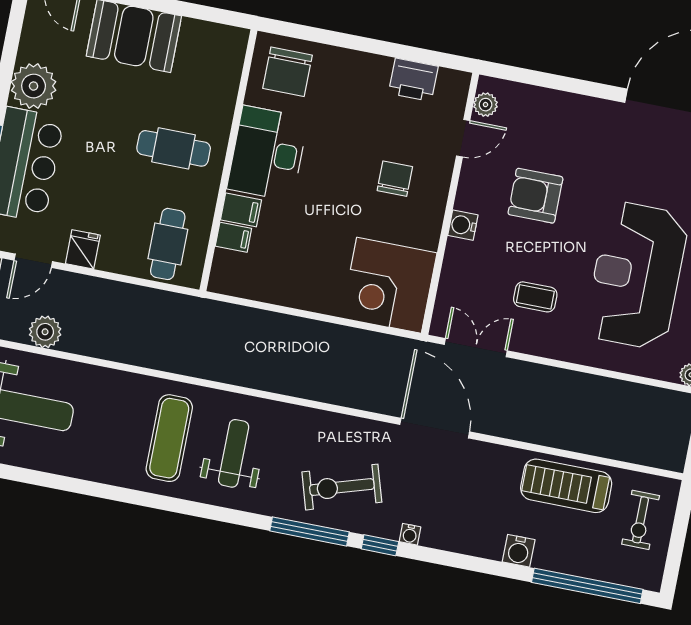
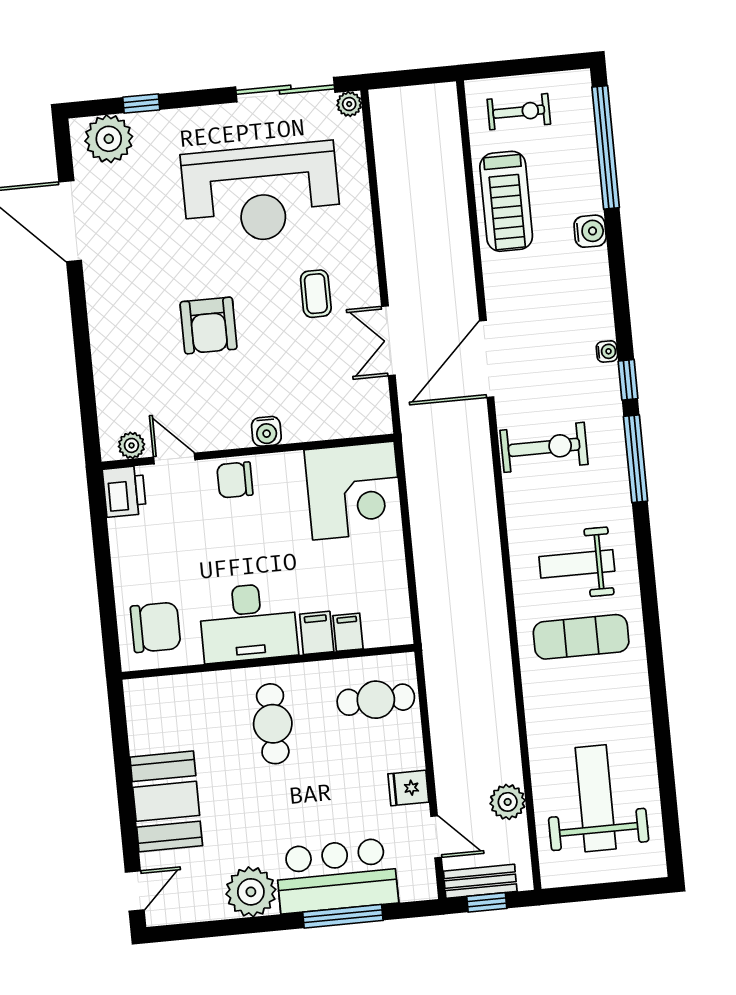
plant: (486, 105) -> (131, 445), moved
door: (463, 138) -> (174, 458), moved
wall: (450, 204) -> (248, 451), moved
water cooler: (463, 225) -> (266, 431), moved
corner desk: (389, 285) -> (353, 491), moved
exercise bike: (342, 487) -> (544, 447), moved, turned -73

